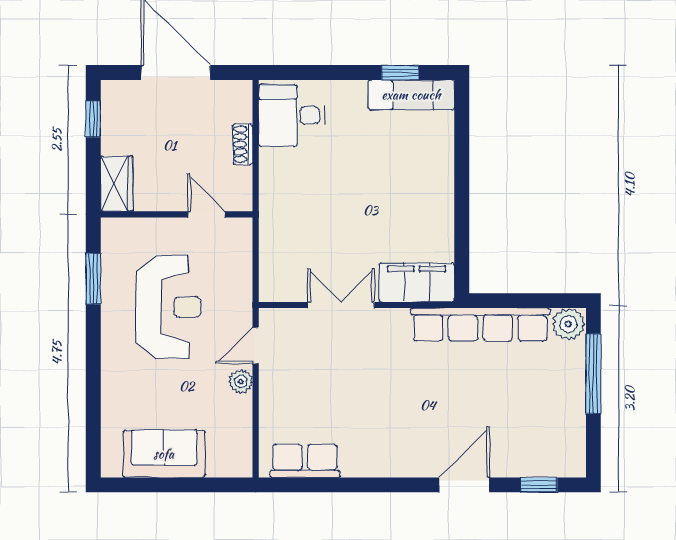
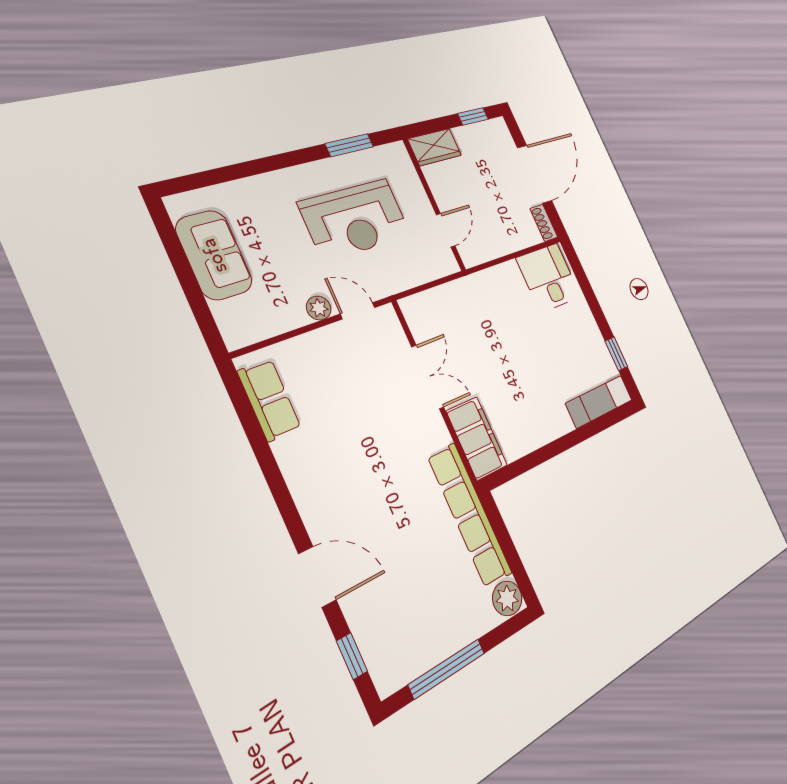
exam couch: (411, 95) -> (599, 402), moved, turned 90
shoe rack: (243, 144) -> (544, 223), moved, turned -90
window: (593, 374) -> (447, 669), moved

